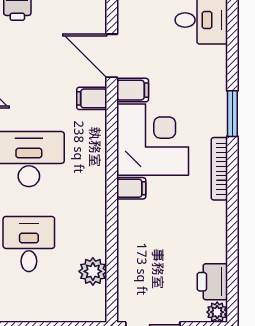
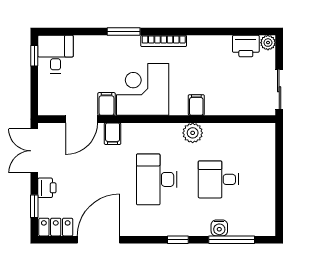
filing cabinet: (131, 188) -> (196, 105), moved
plant: (93, 271) -> (193, 133), moved

